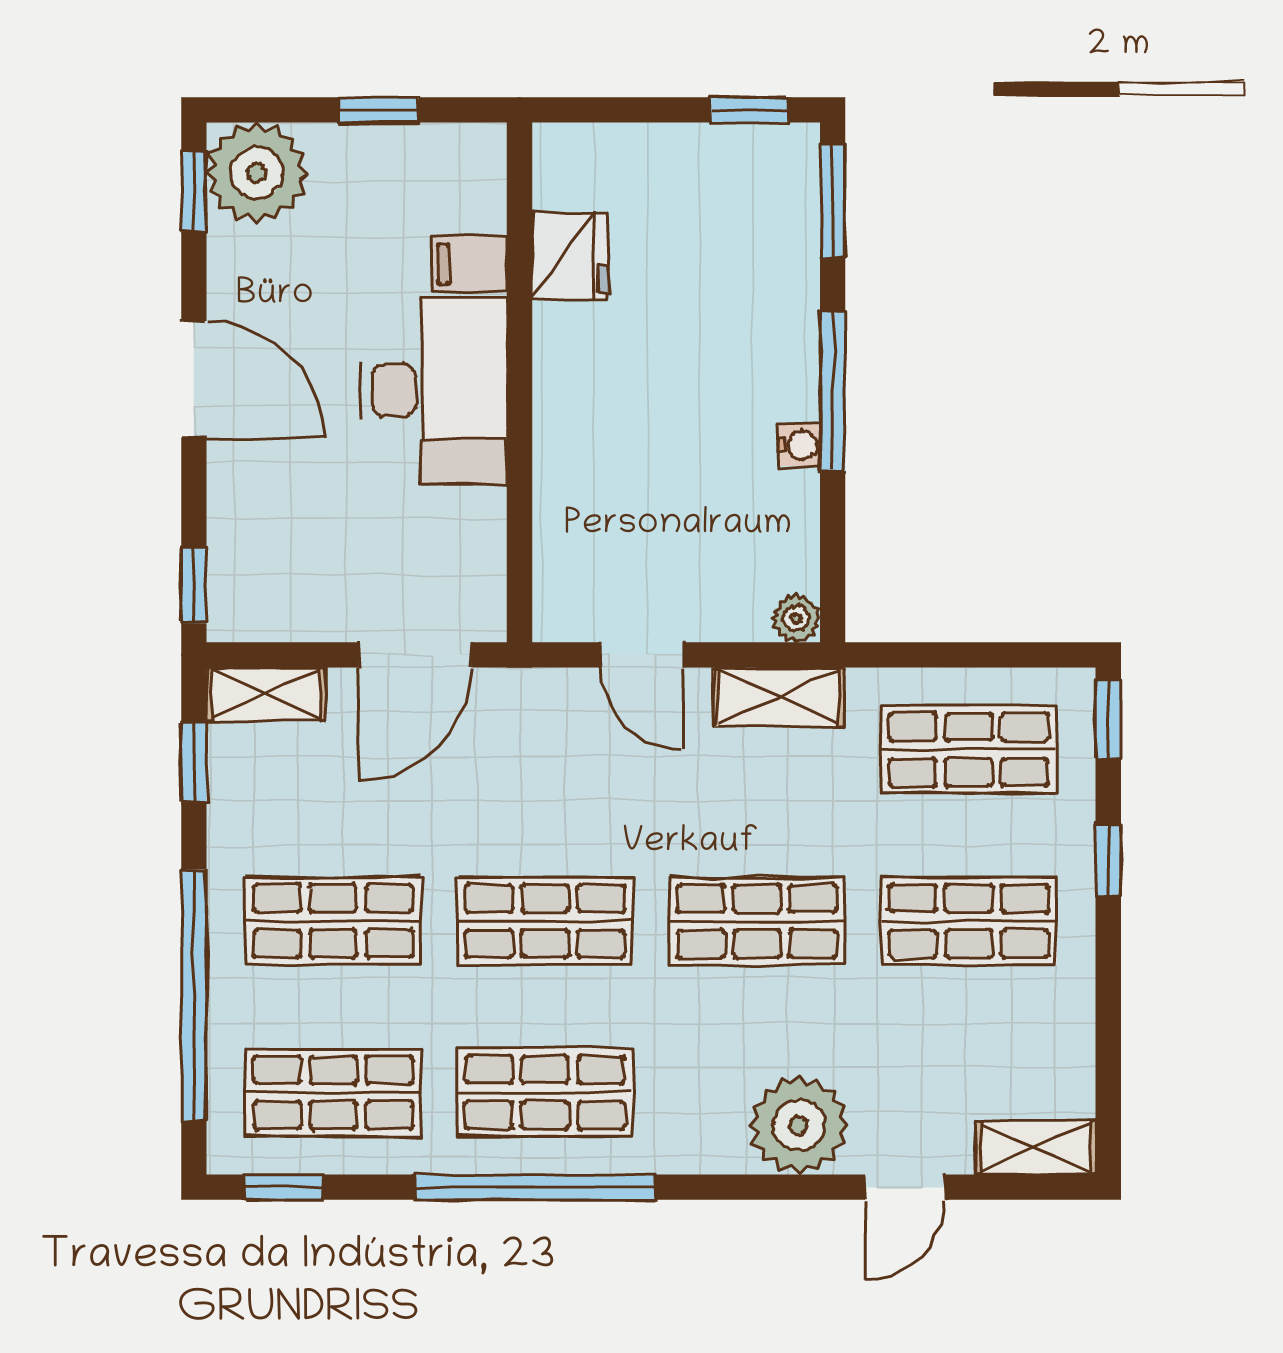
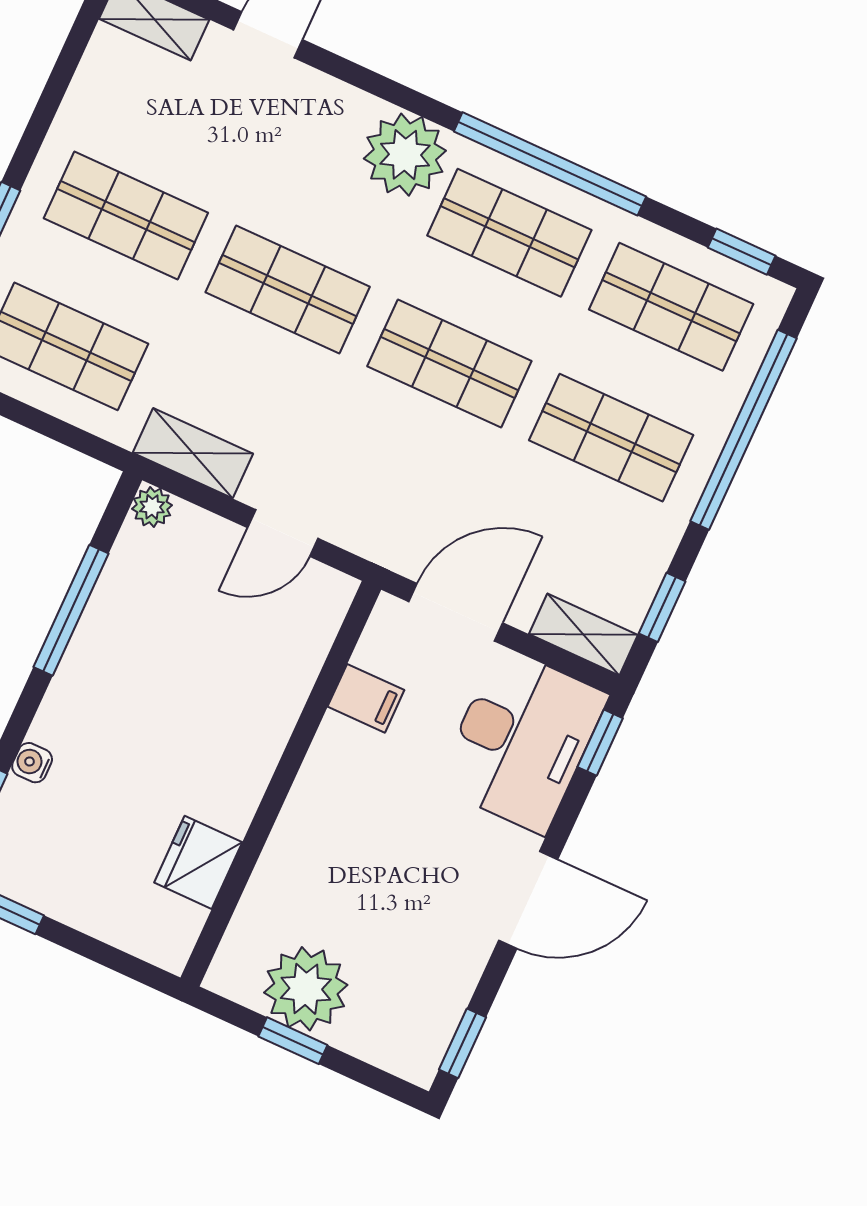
plant: (257, 173) -> (306, 989), moved
filing cabinet: (469, 264) -> (366, 698), moved
door: (194, 379) -> (528, 900), swing flipped
desk: (434, 390) -> (522, 740), moved, turned 180
window: (833, 391) -> (71, 610), moved
water cooler: (799, 445) -> (32, 763), moved
door: (642, 655) -> (283, 533), swing flipped
plant: (799, 1125) -> (405, 155), moved

